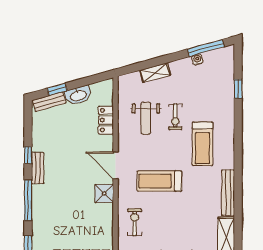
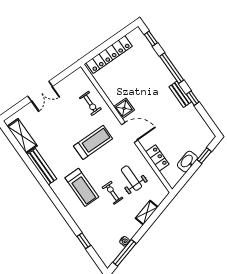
bench: (49, 102) -> (204, 144), removed
treadmill: (202, 144) -> (82, 187), turned 180

